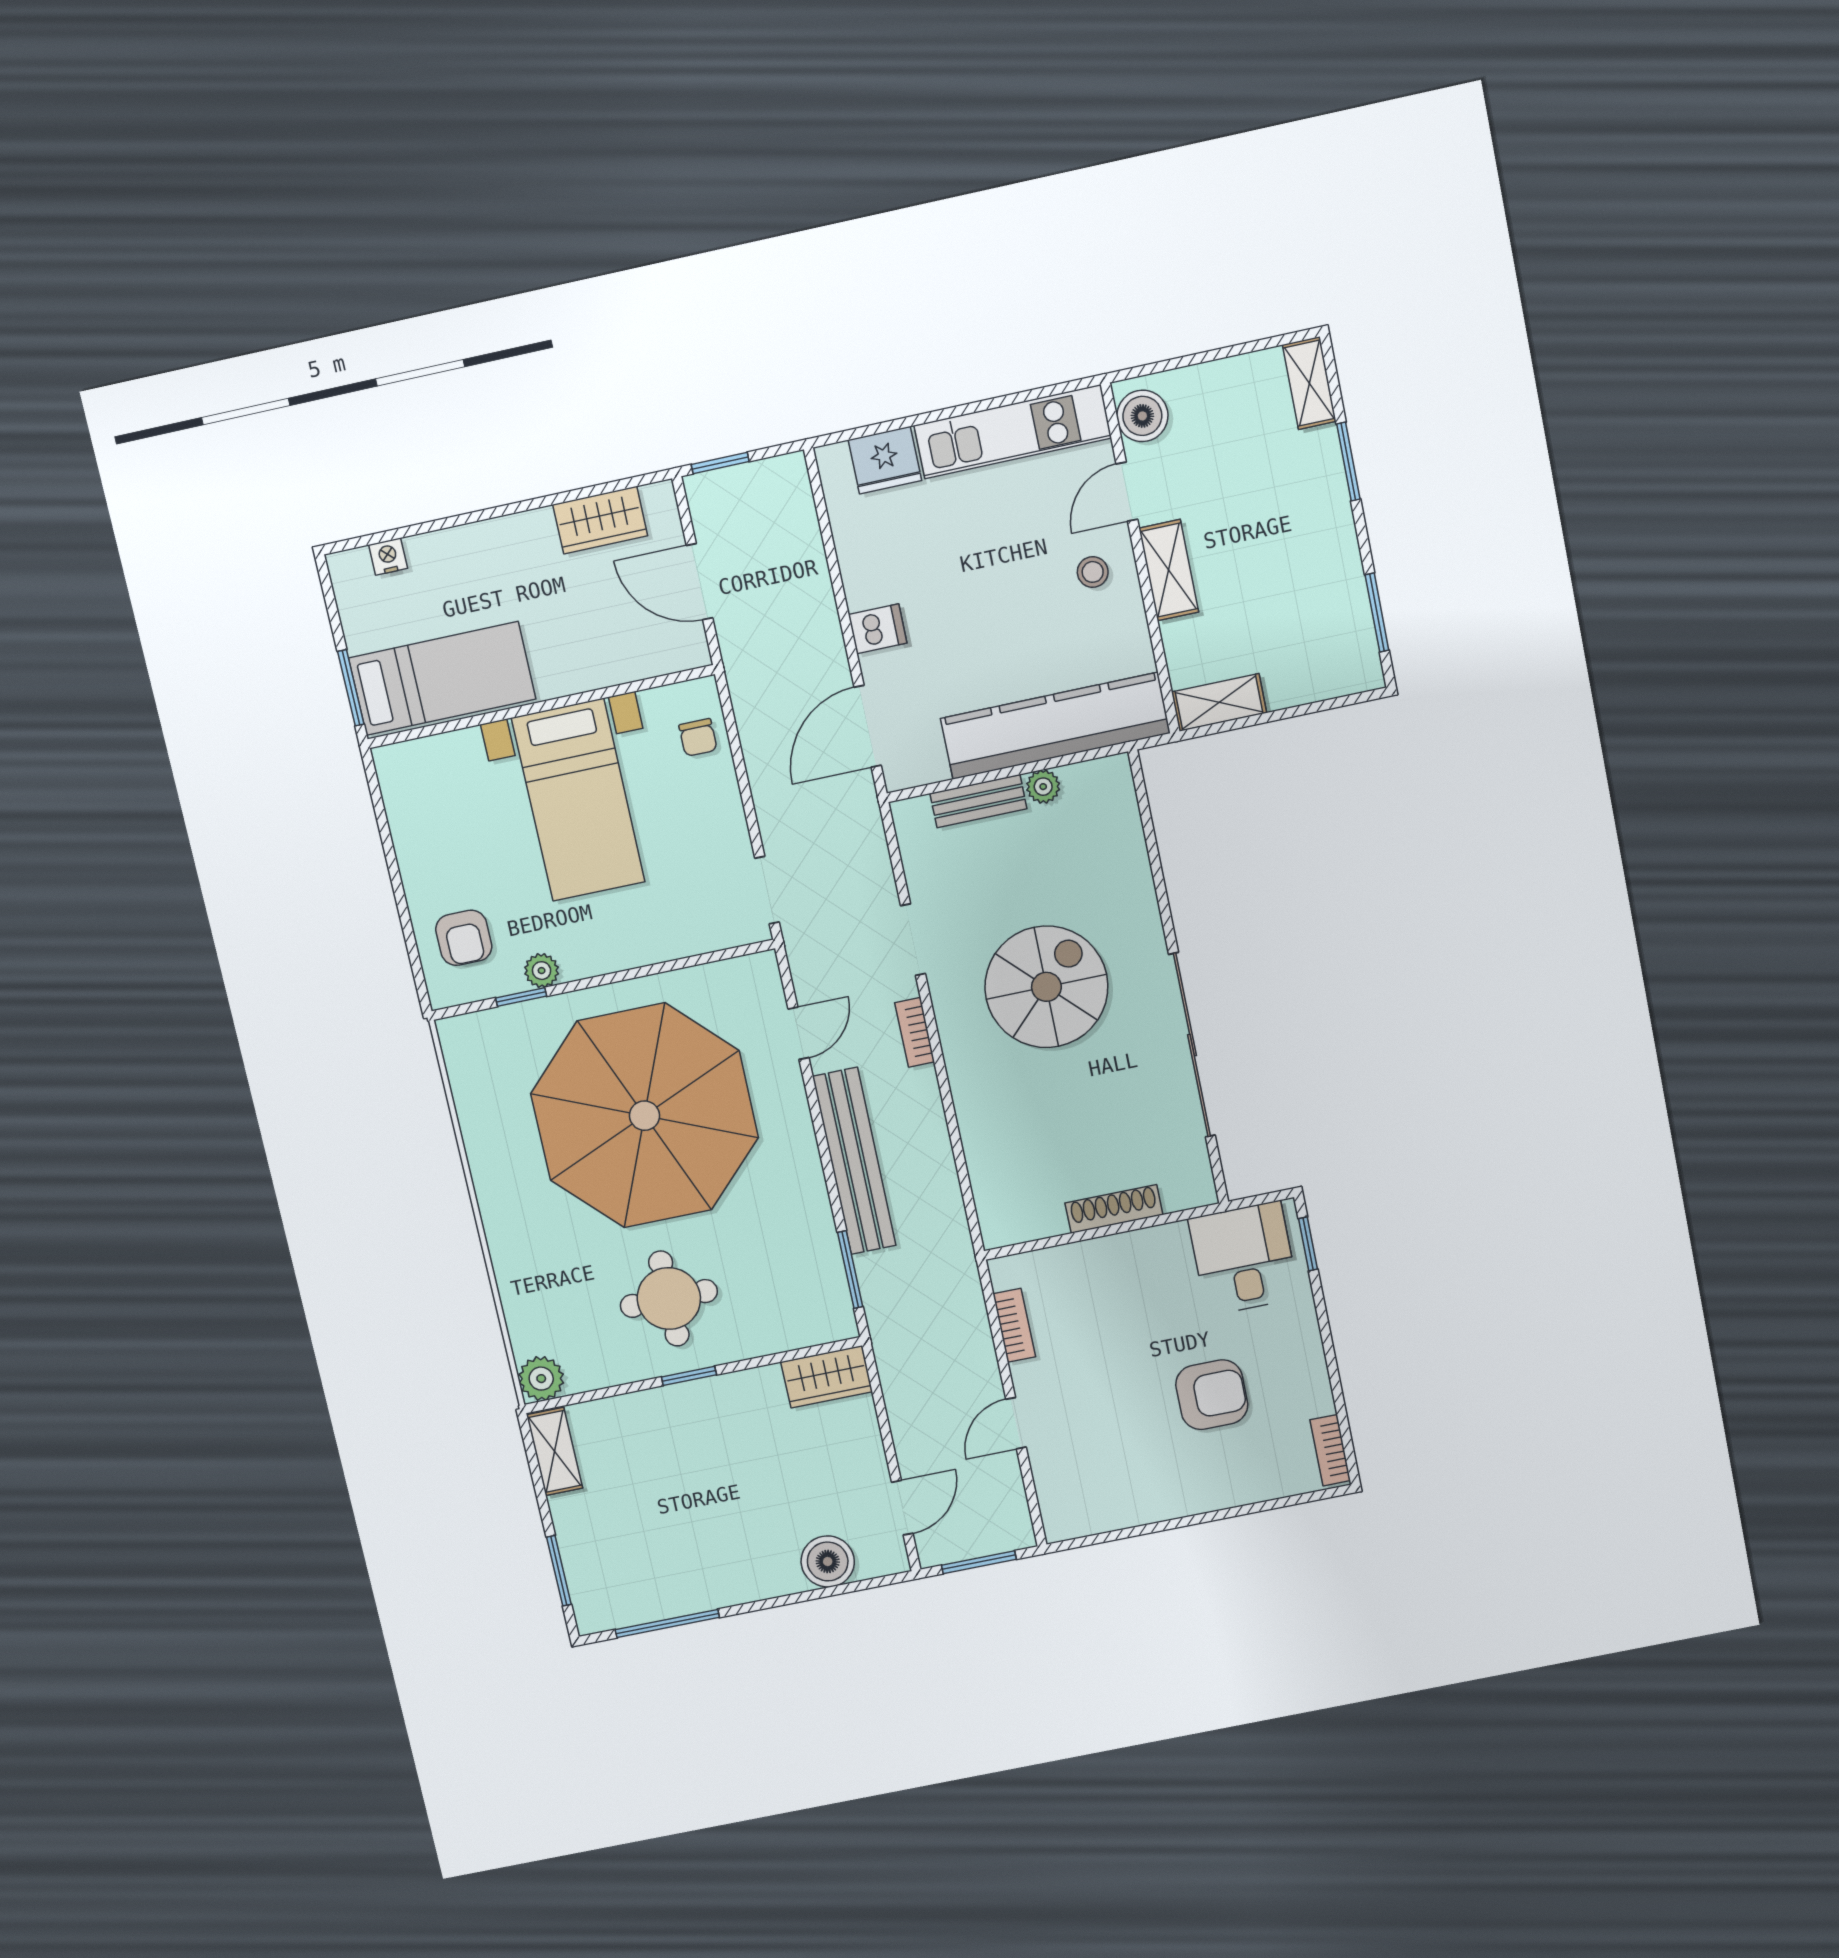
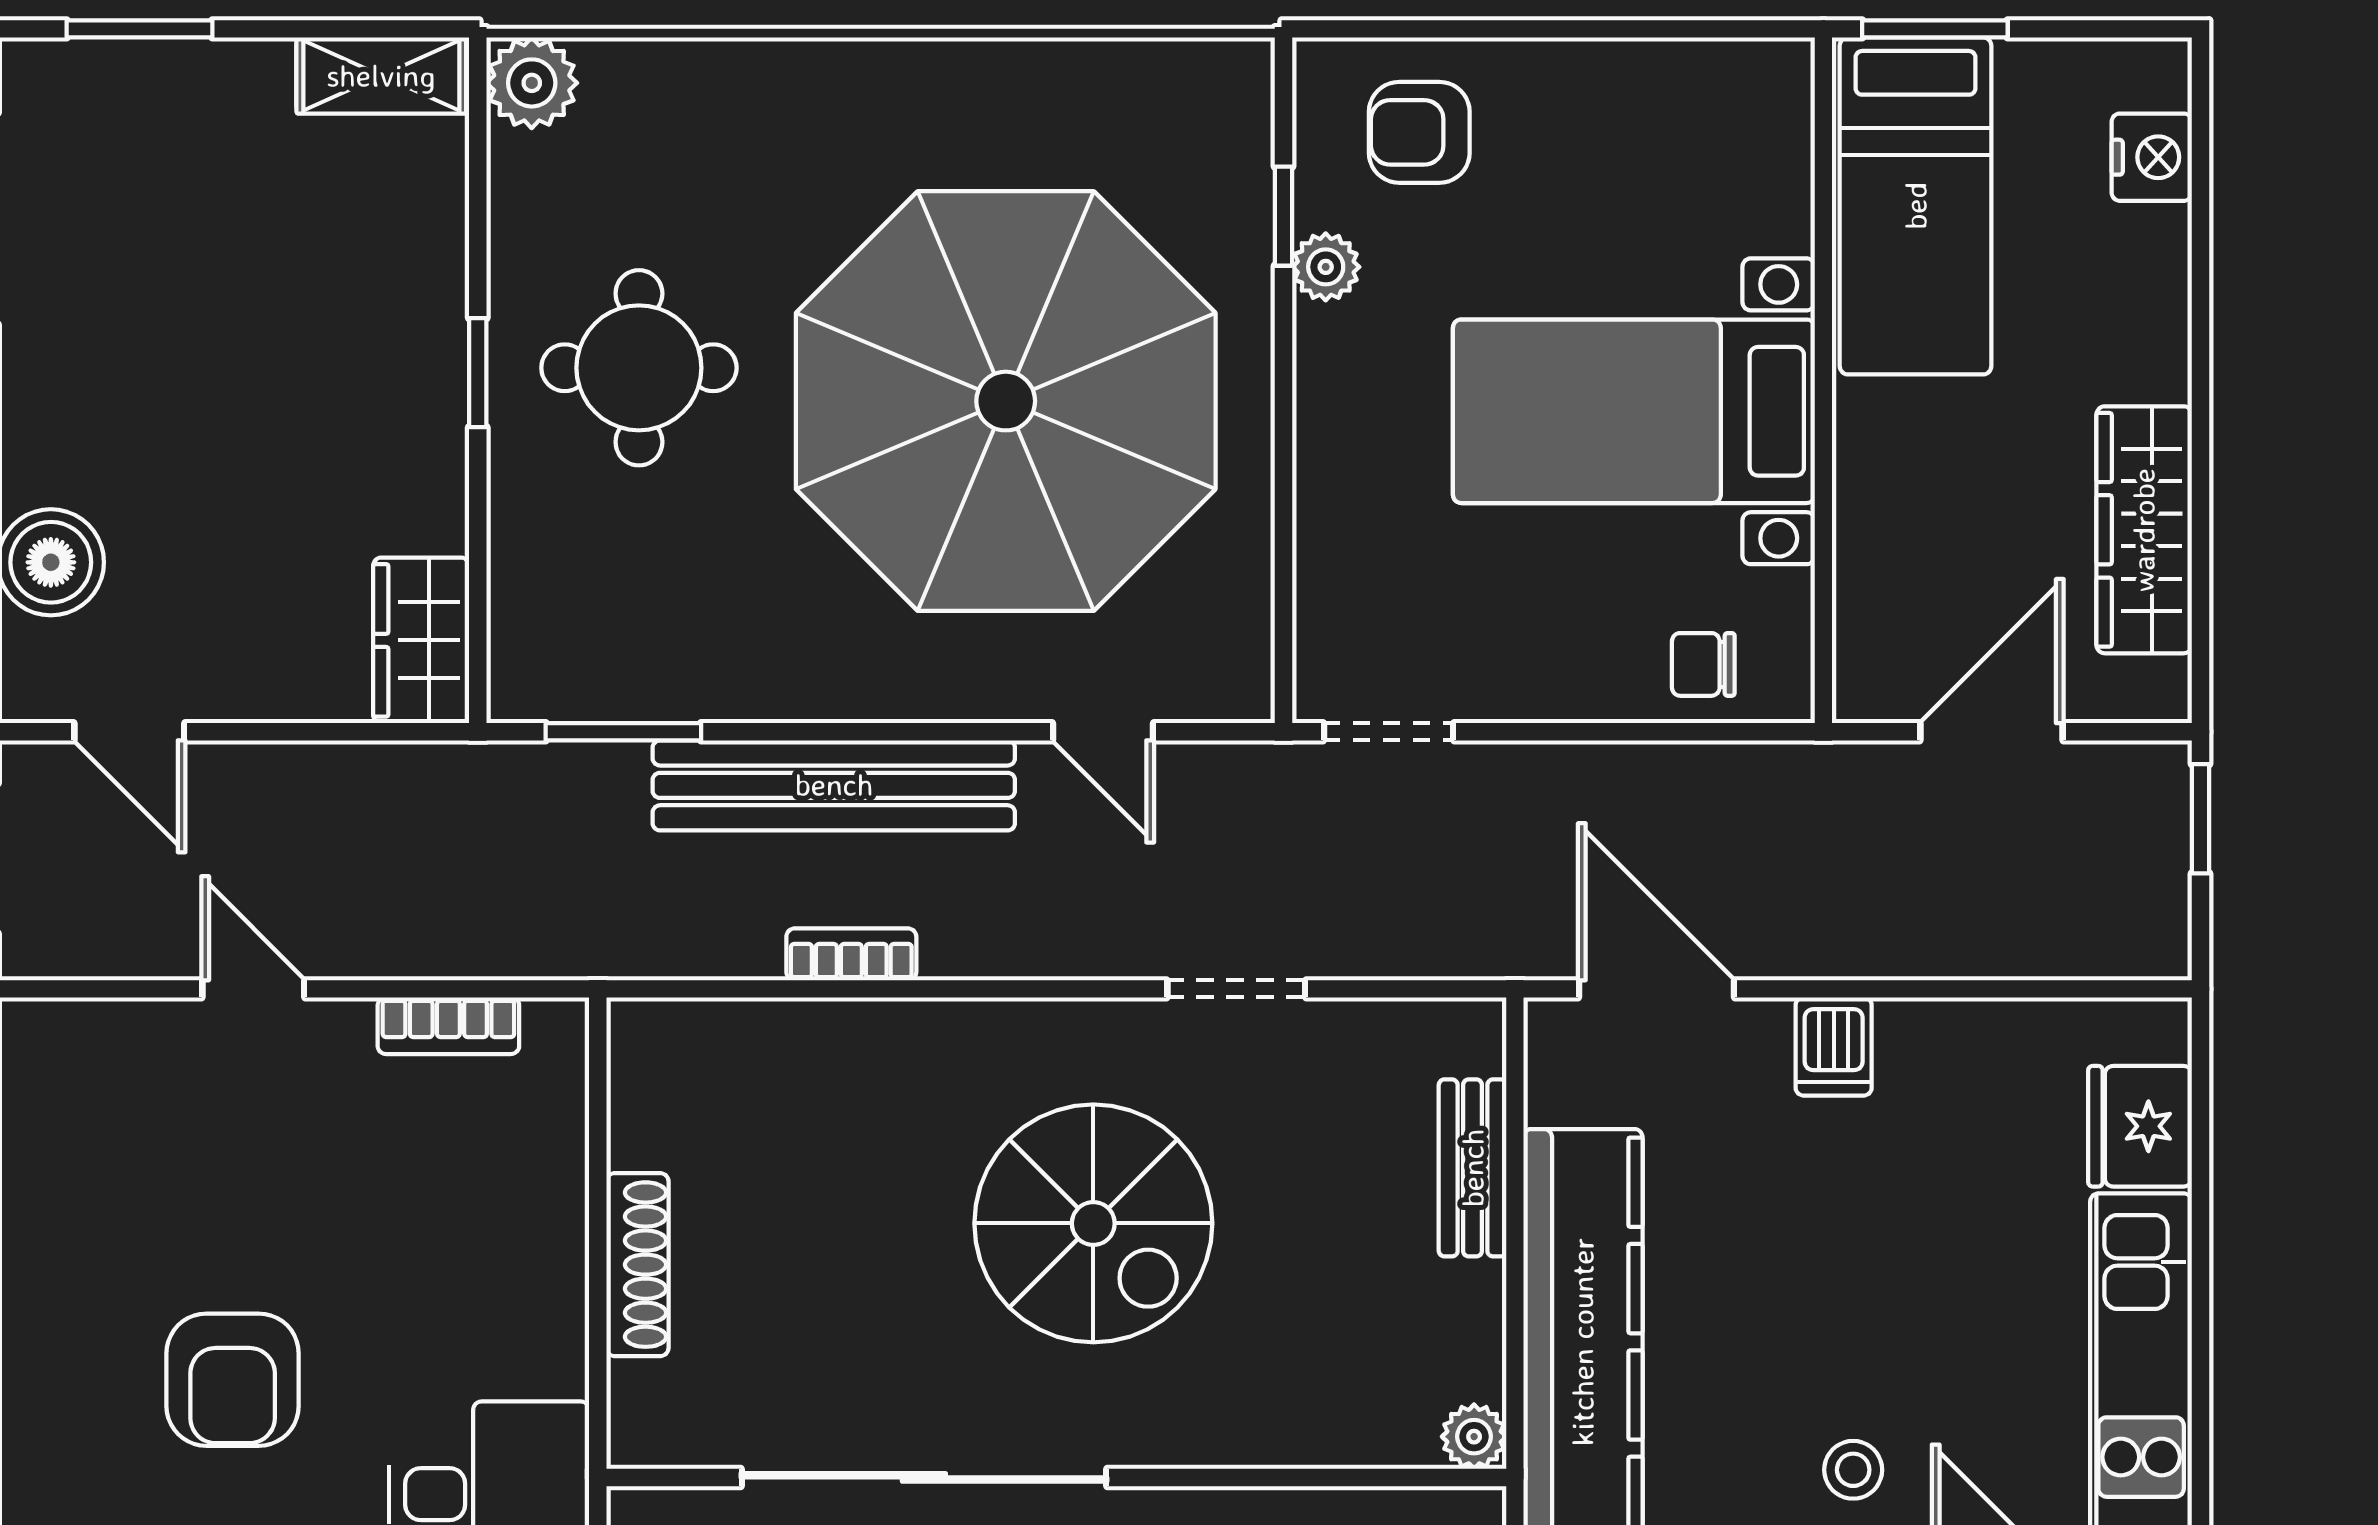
wardrobe: (600, 520) -> (2144, 530), width x1.50
nightstand: (388, 557) -> (2152, 157), width x1.39, depth x1.35
plant: (1043, 787) -> (1474, 1437), moved
bookcase: (915, 1032) -> (851, 954), moved

